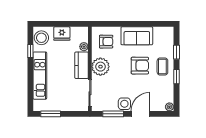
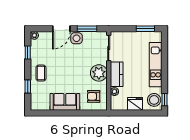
window: (30, 51) -> (164, 100), moved
armchair: (140, 66) -> (62, 74), removed
window: (176, 77) -> (28, 52), moved

